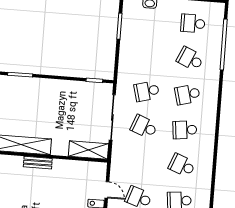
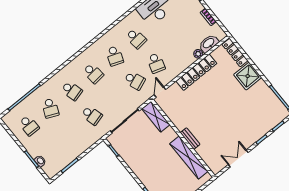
school desk: (144, 127) -> (135, 80), moved, turned -42
door: (107, 190) -> (160, 92), moved

